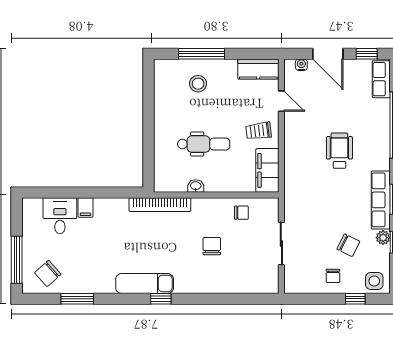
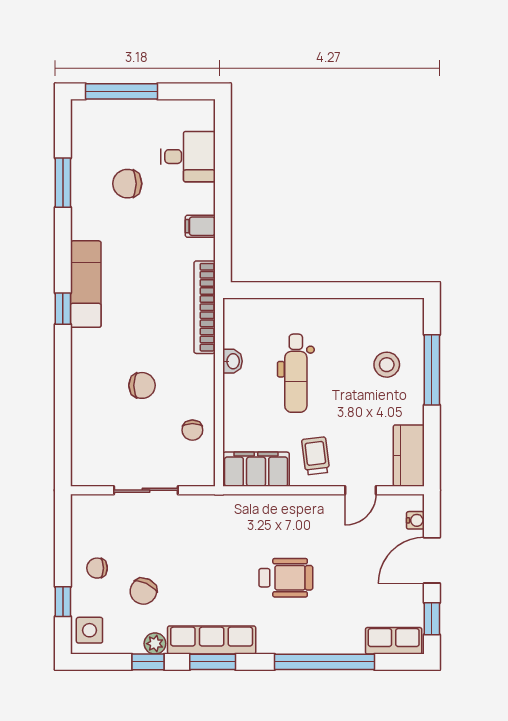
filing cabinet: (85, 207) -> (200, 226), moved
chair: (48, 273) -> (127, 184), moved, turned -48

